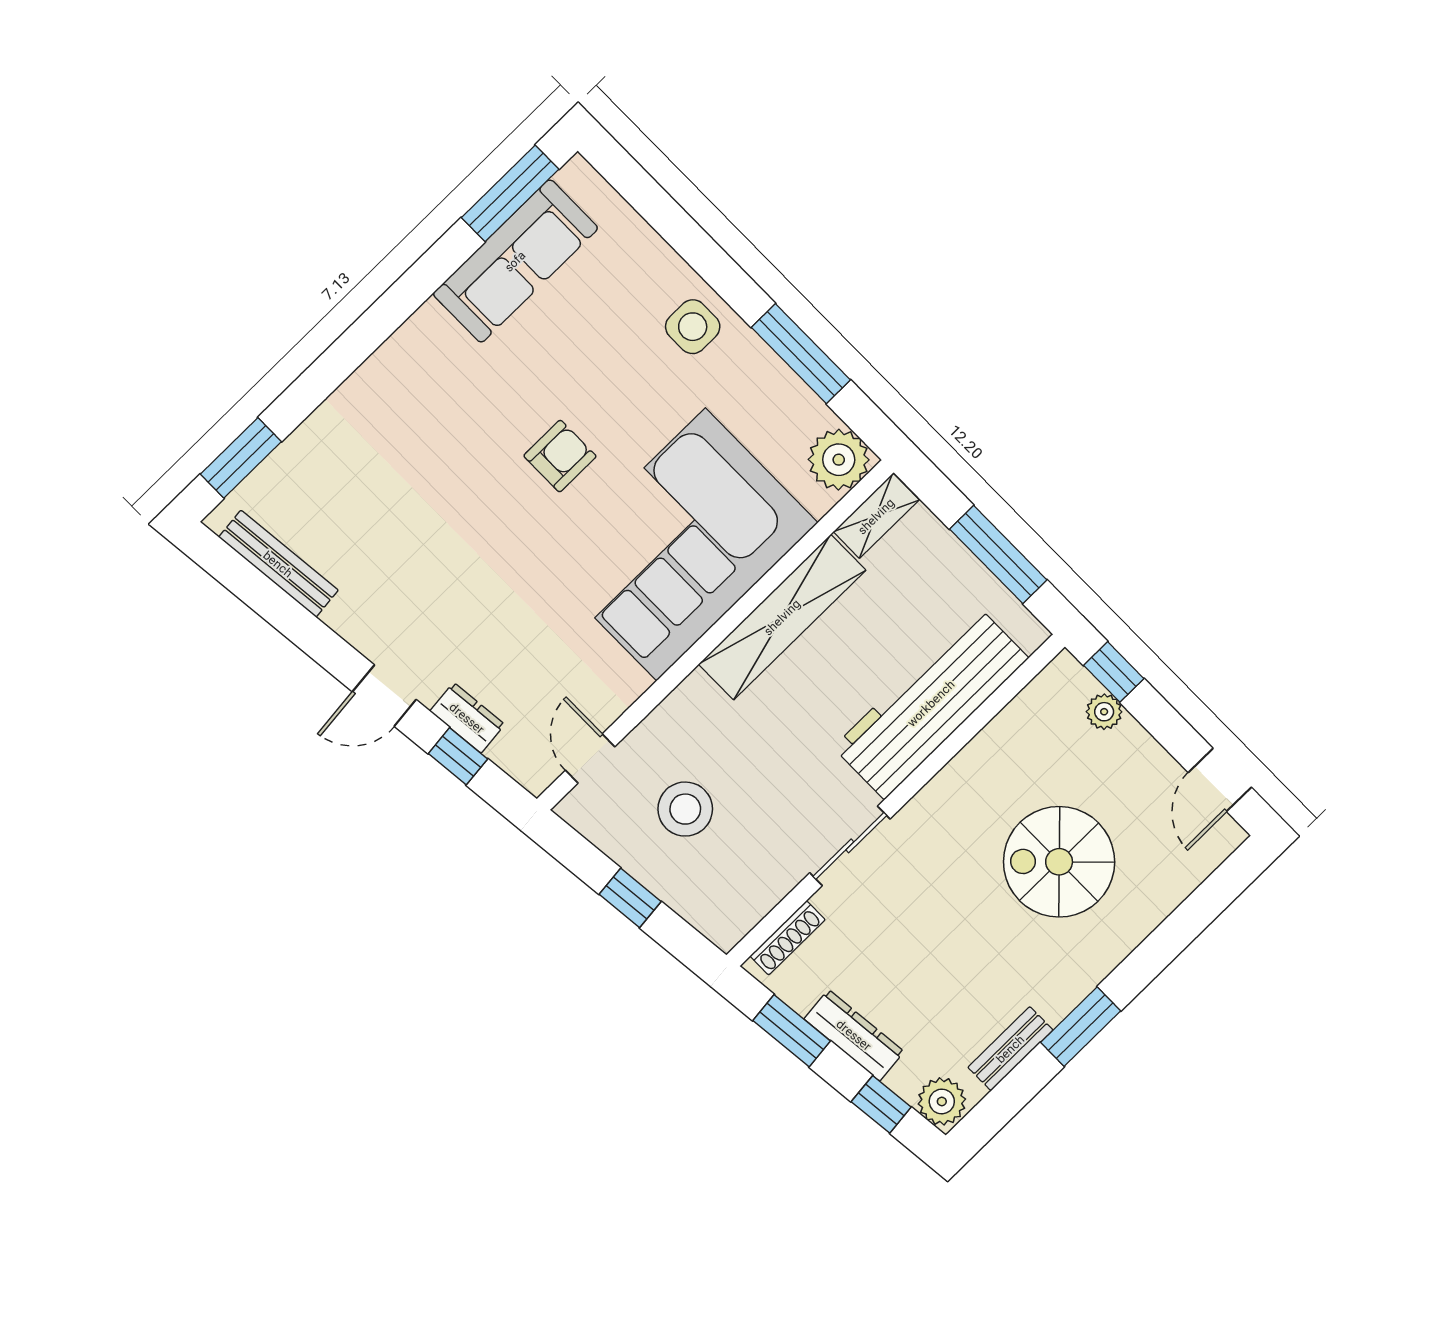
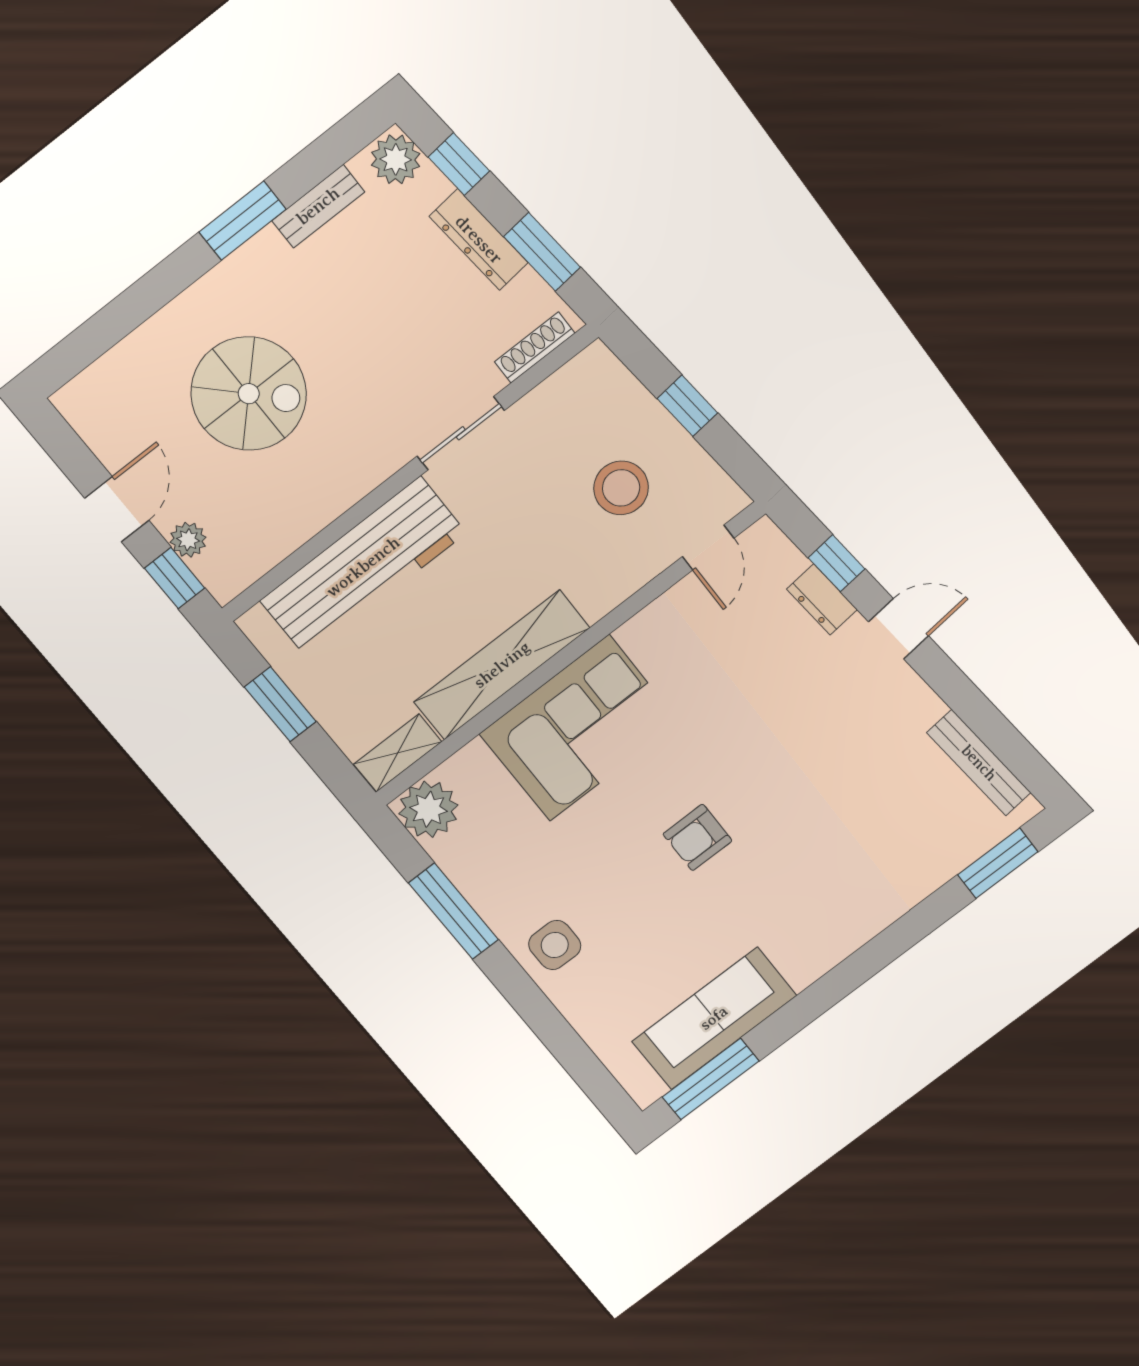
corner sofa: (681, 544) -> (579, 728), width x0.73, depth x0.74
window: (998, 555) -> (280, 704), width x0.69
door: (1220, 780) -> (117, 509), moved

